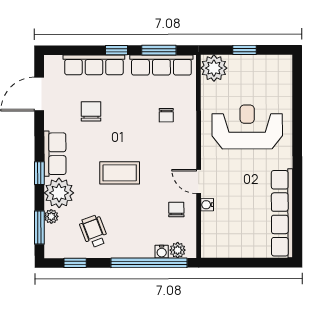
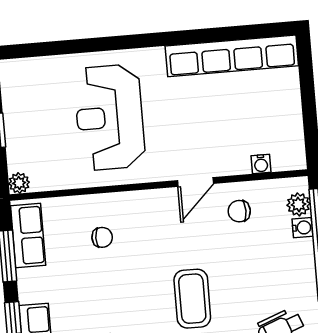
row of seats: (161, 65) -> (28, 235), width x0.68
plant: (214, 68) -> (19, 183), width x0.53, depth x0.53
water cooler: (207, 205) -> (261, 164), moved

